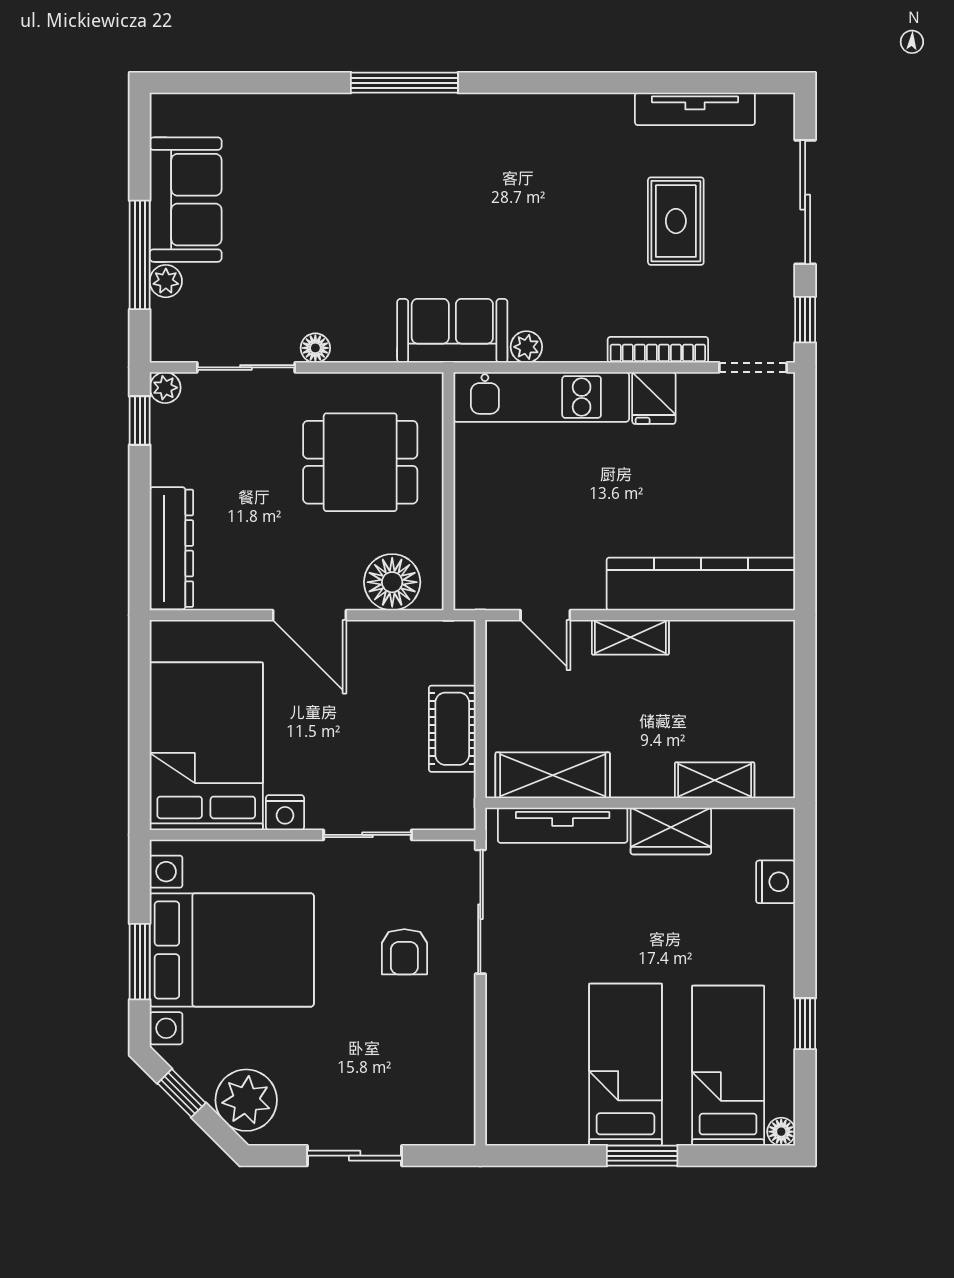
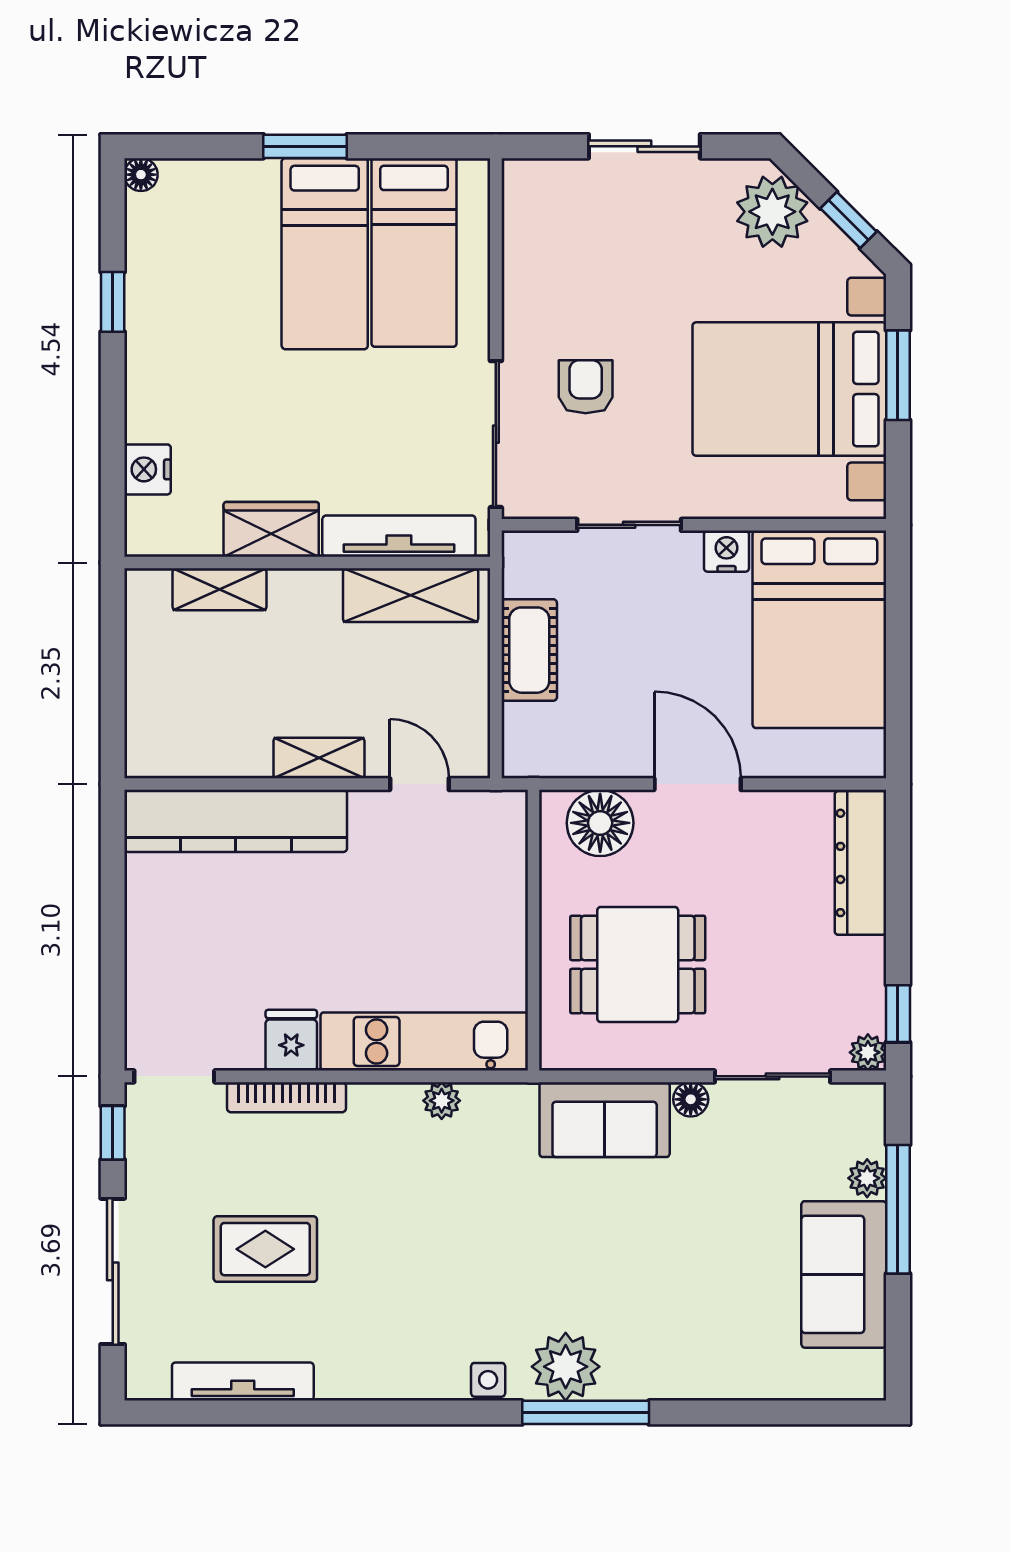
side table: (487, 110) -> (488, 1380), added
plant: (421, 121) -> (566, 1367), added
rug: (676, 221) -> (265, 1249), turned 90
sofa: (452, 331) -> (605, 1120), moved
bed: (728, 1066) -> (414, 253), moved

